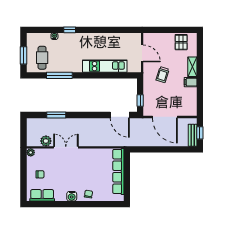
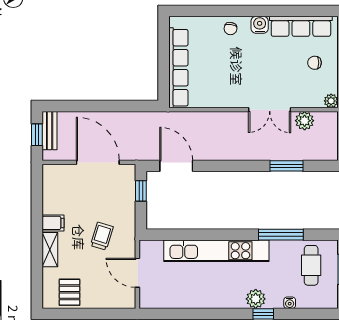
plant: (74, 38) -> (256, 299), added
kitchen unit: (105, 66) -> (216, 251), width x1.36
row of seats: (42, 195) -> (301, 26), width x1.48

